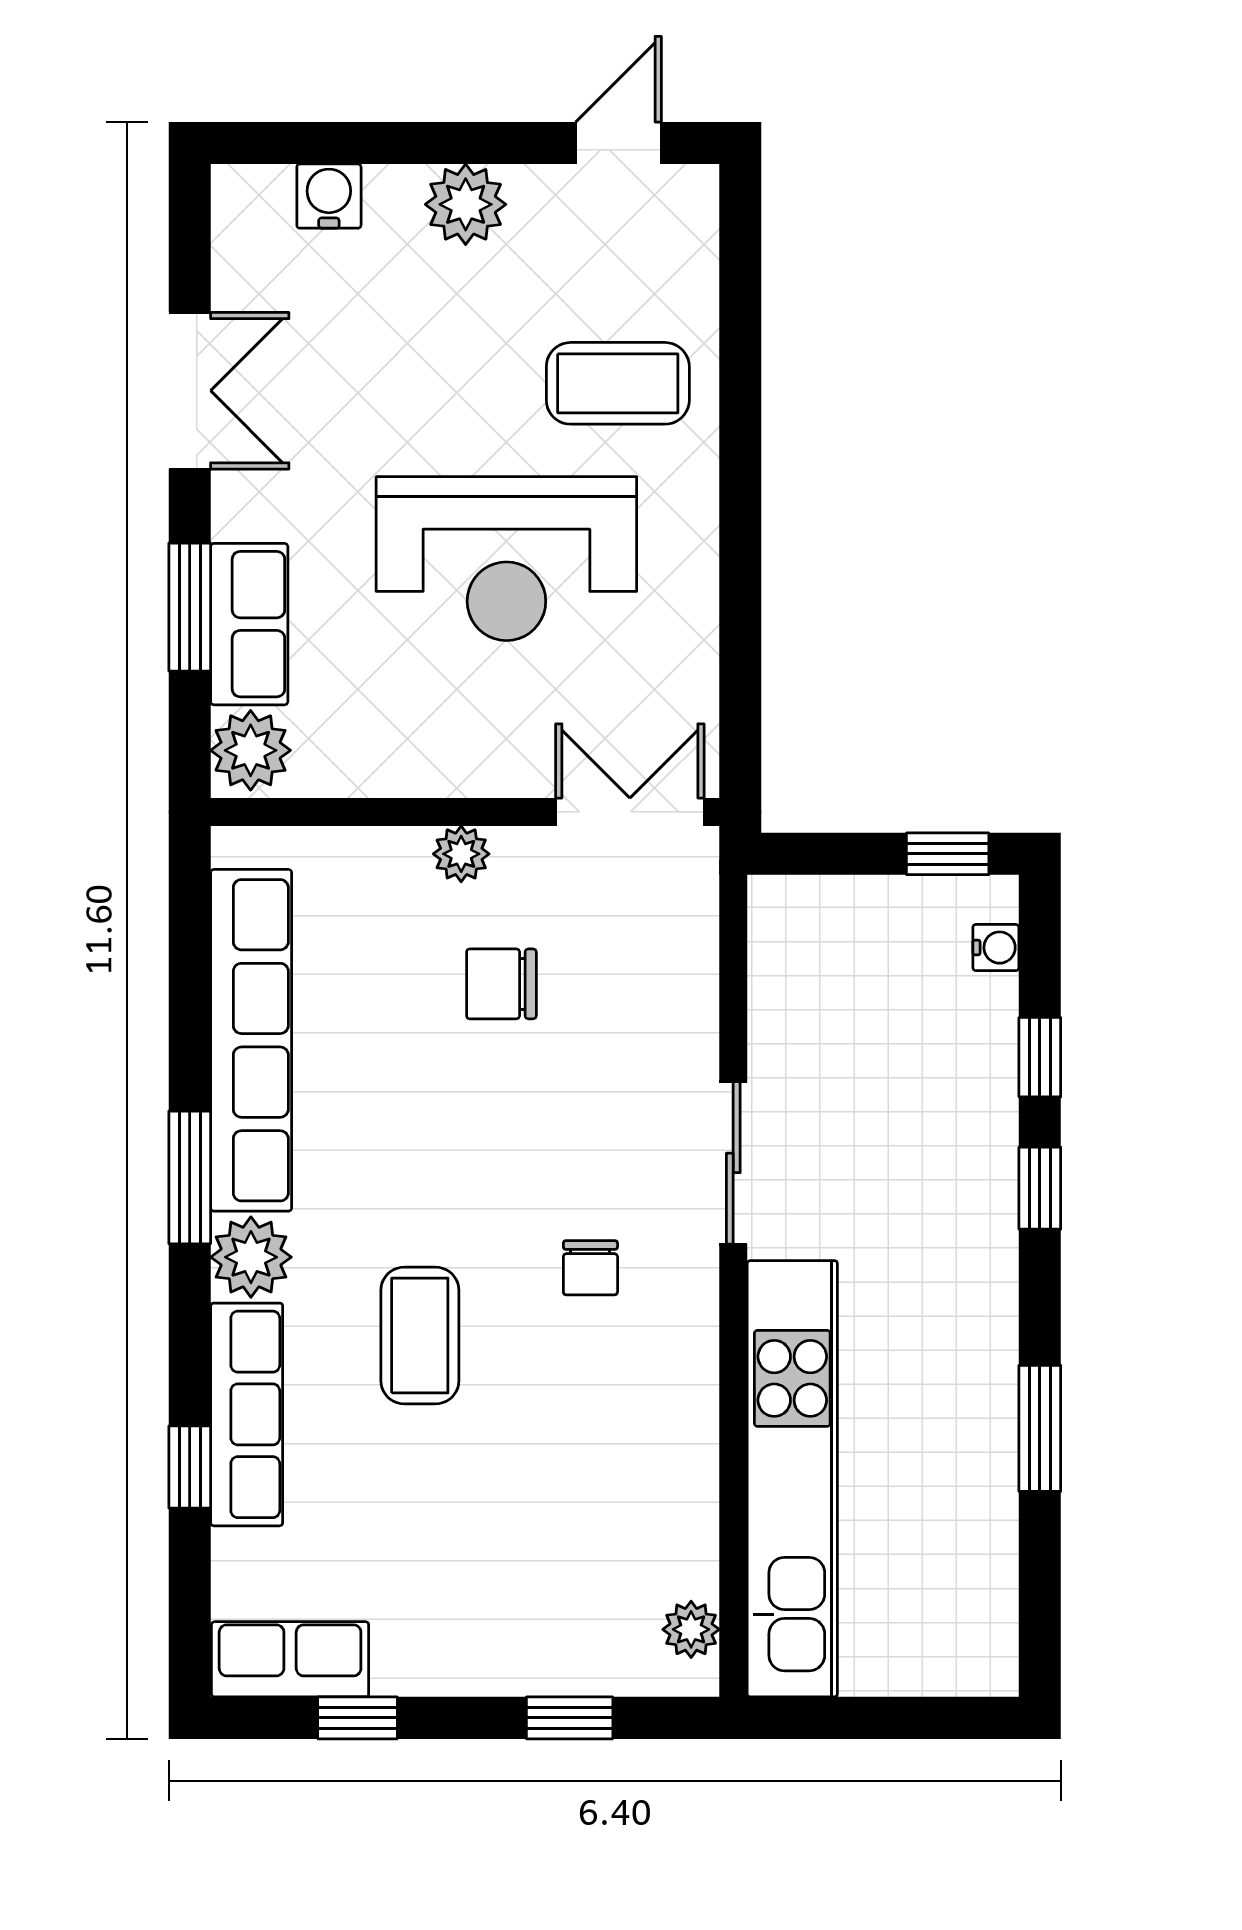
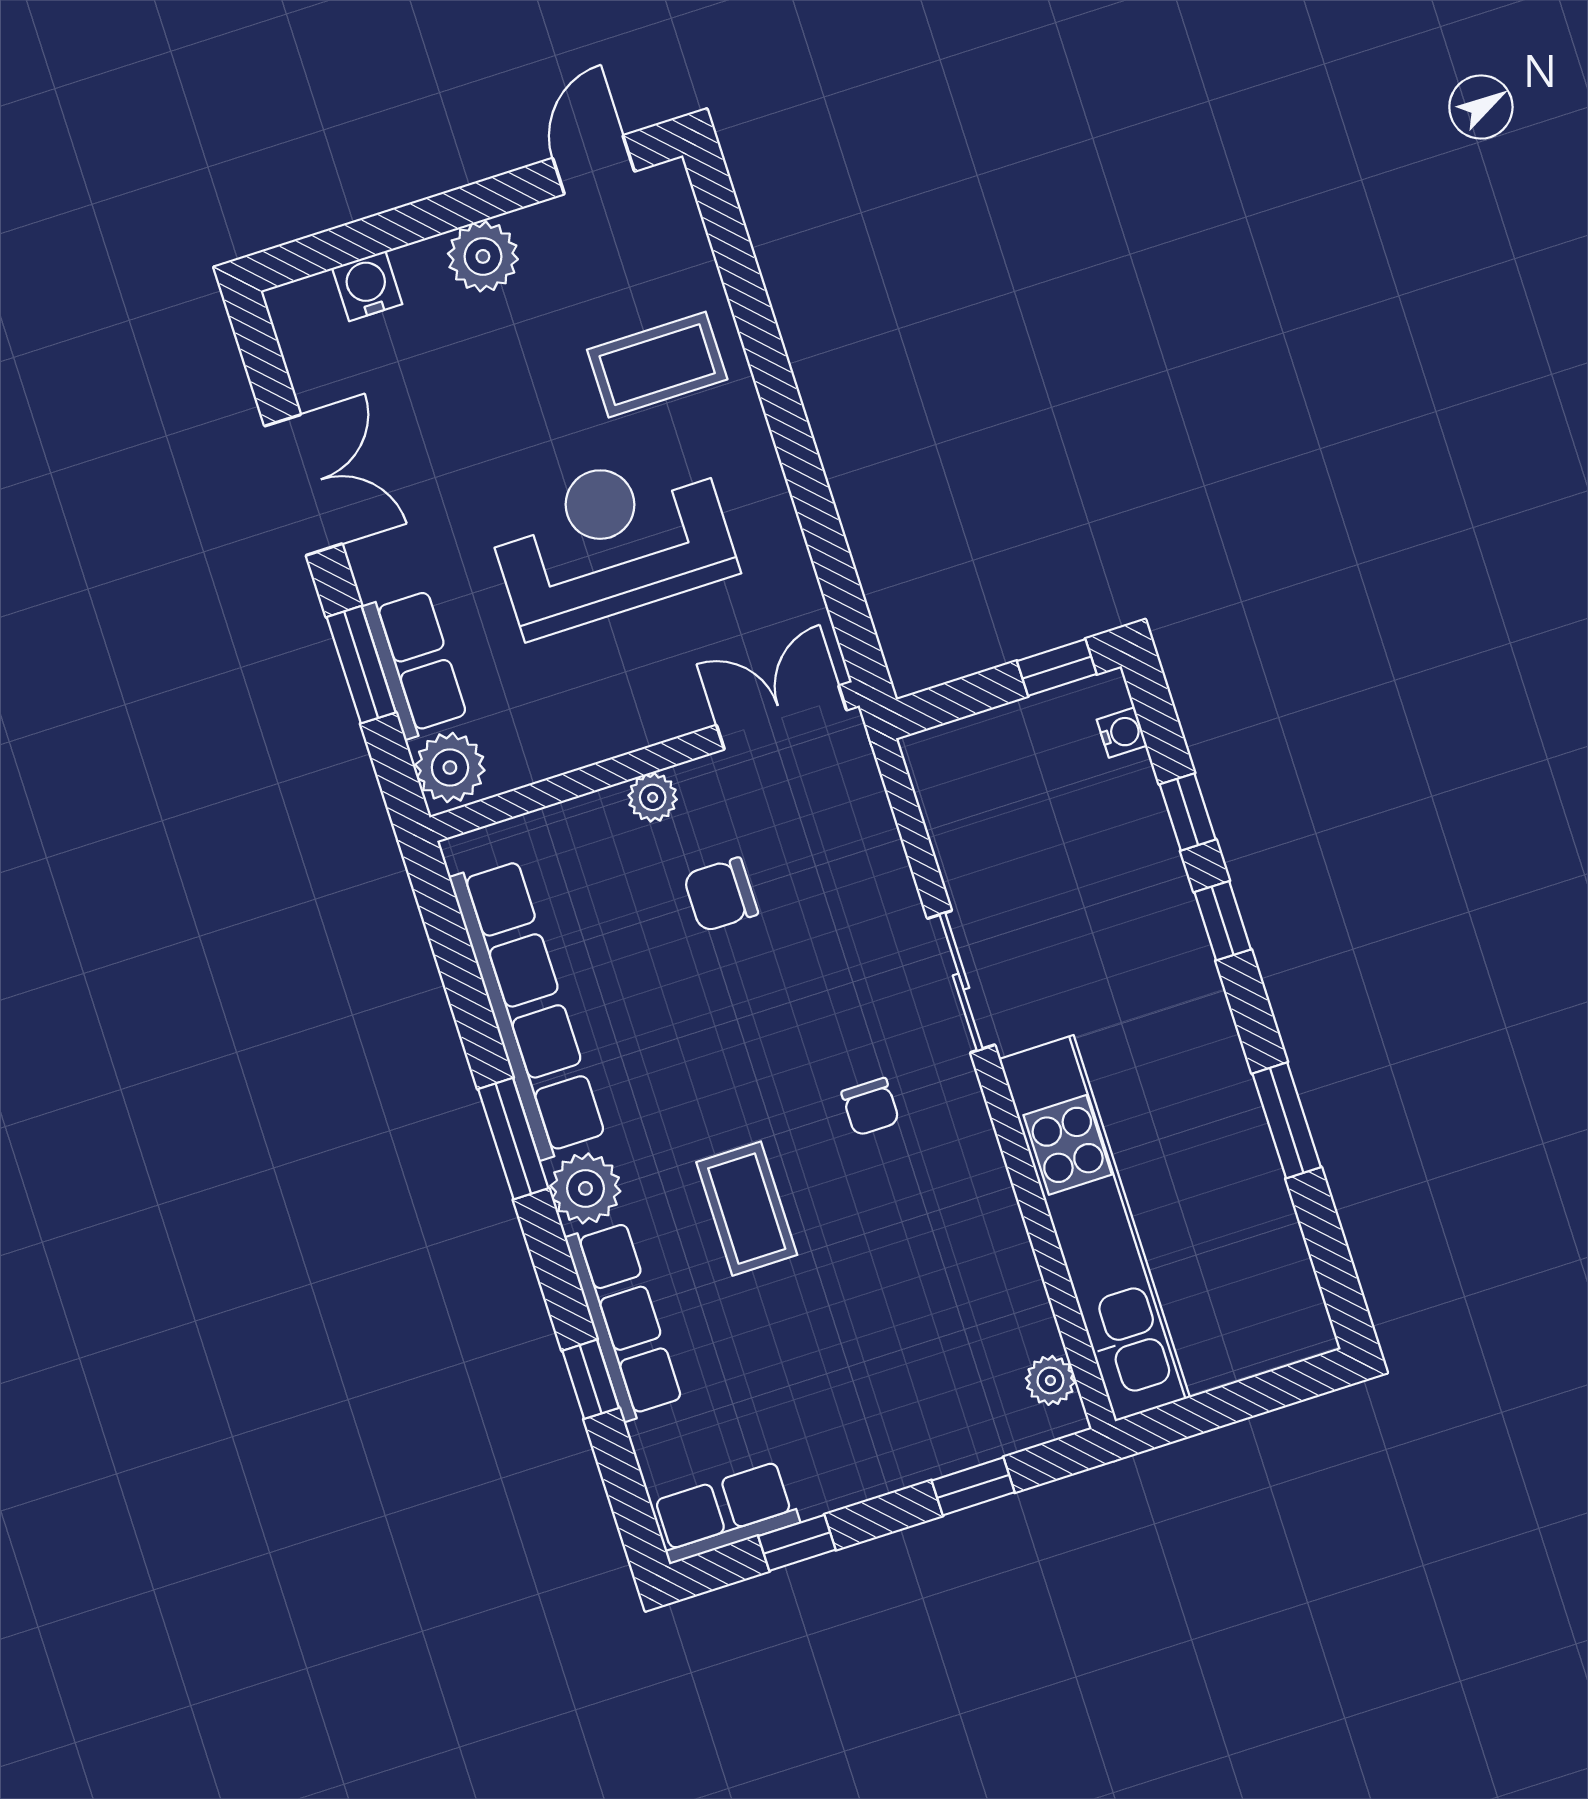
reception desk: (506, 559) -> (611, 540), turned 180

